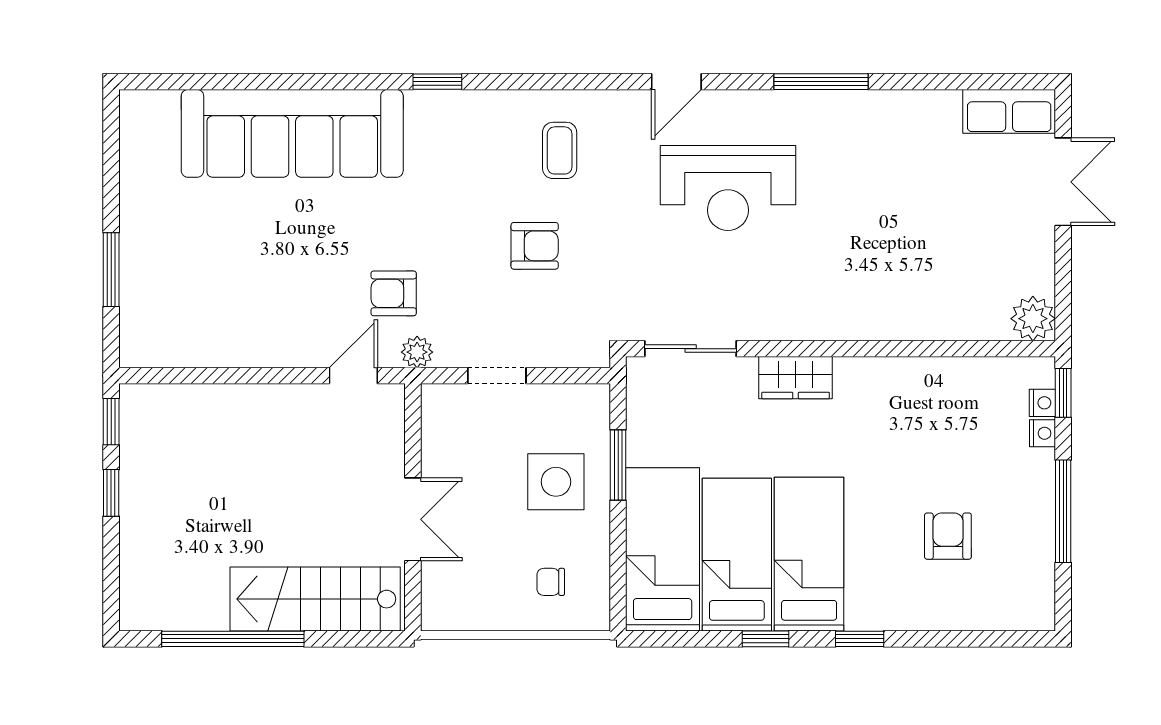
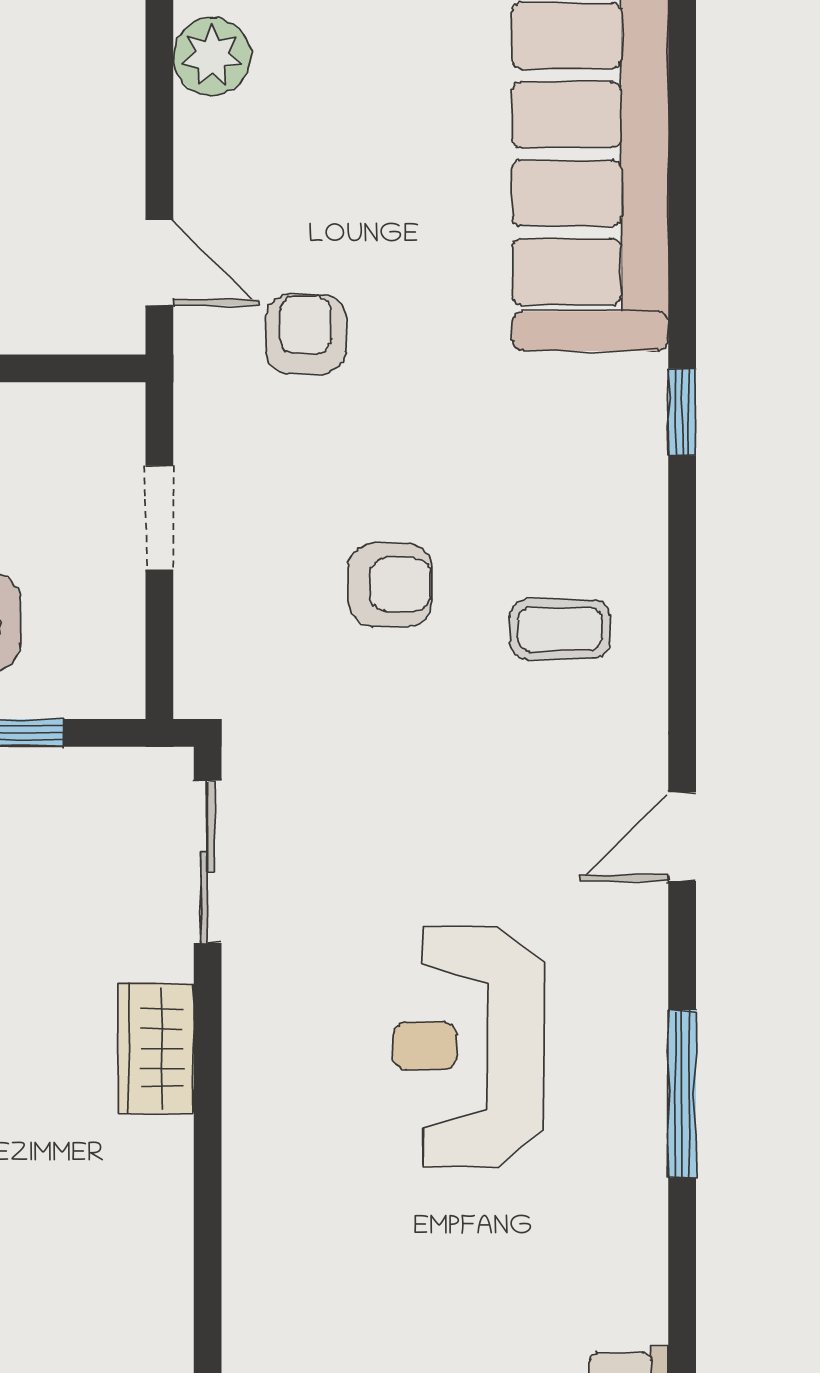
door: (676, 82) -> (682, 837), hinge flipped
reception desk: (728, 188) -> (469, 1046), moved
armchair: (535, 246) -> (390, 585), turned -90
plant: (417, 352) -> (212, 56), moved, width x1.38, depth x1.38

